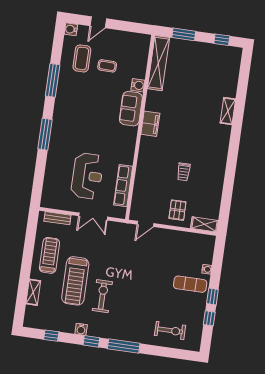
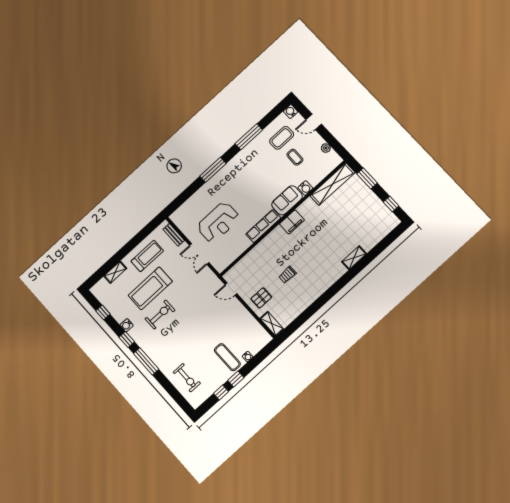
plant: (127, 37) -> (326, 148), added
row of seats: (123, 186) -> (263, 226), moved

